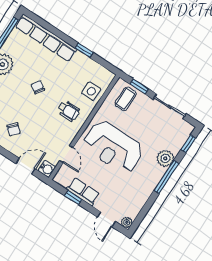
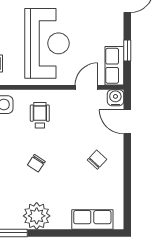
row of seats: (83, 192) -> (114, 66), moved

